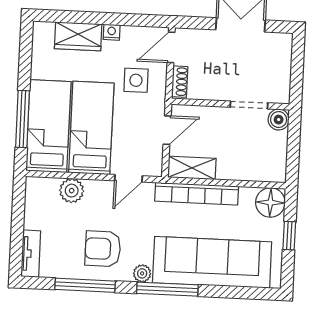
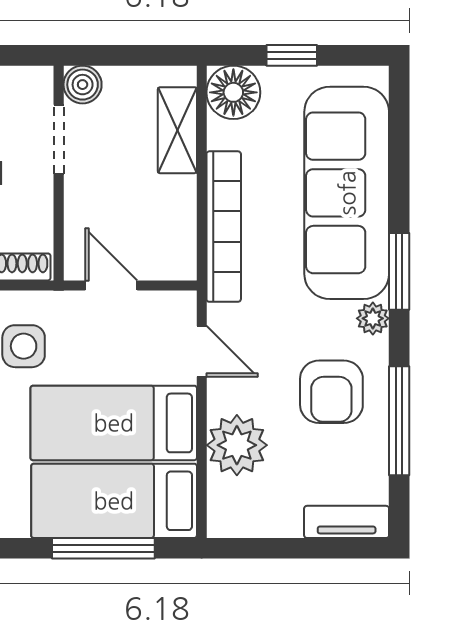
shelving: (192, 168) -> (177, 130), moved
plant: (72, 191) -> (237, 445), width x1.36, depth x1.36
window: (167, 289) -> (399, 271), width x0.69

